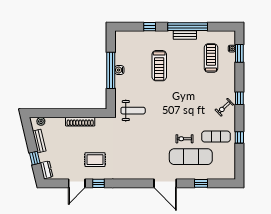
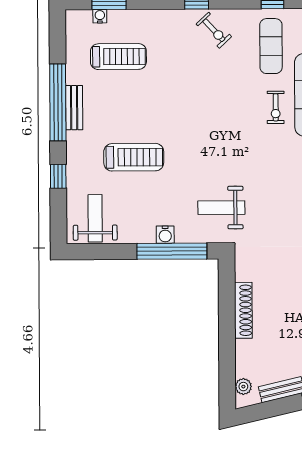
weight bench: (128, 46) -> (95, 218), added
treadmill: (211, 58) -> (118, 57), turned 180
window: (111, 70) -> (172, 251), moved
water cooler: (119, 70) -> (165, 235), moved
weight bench: (133, 111) -> (221, 208), turned -90

